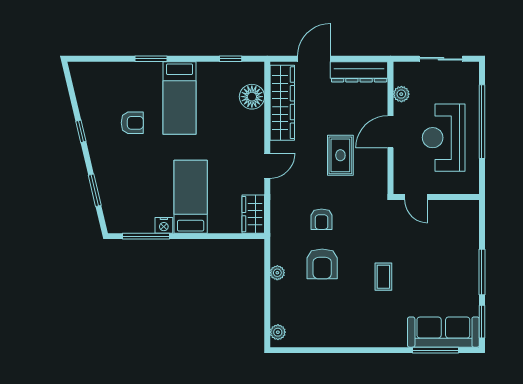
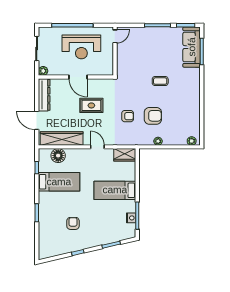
plant: (401, 94) -> (43, 71), moved
bed: (179, 98) -> (59, 182), moved
door: (416, 197) -> (115, 36), moved
nightstand: (164, 225) -> (131, 218), moved

